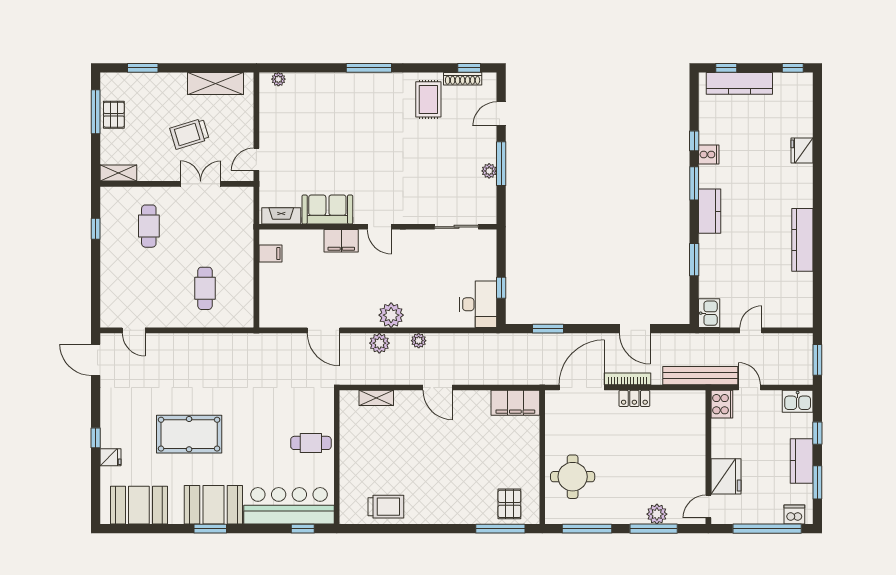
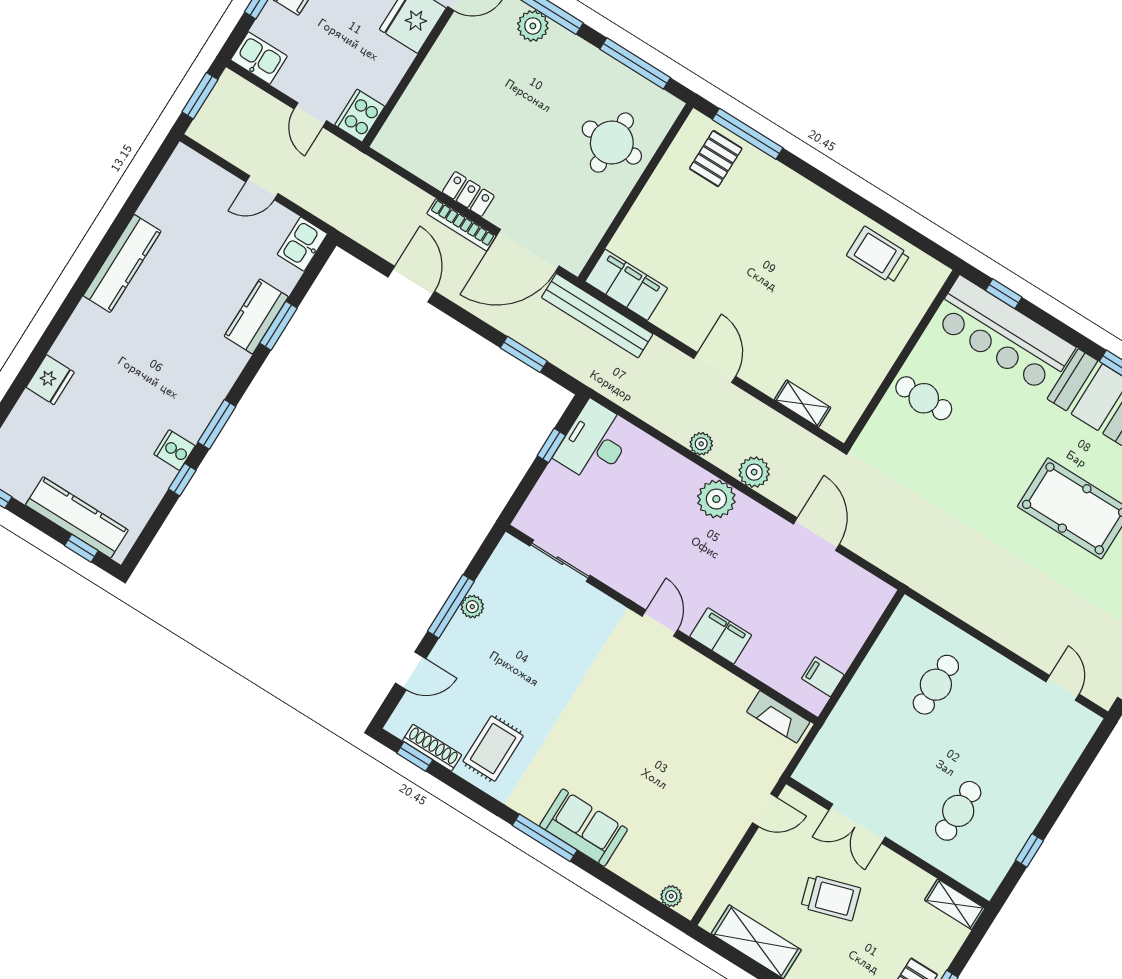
sofa: (327, 210) -> (584, 828), moved, turned 180
kitchen counter: (710, 211) -> (256, 316), moved
bench: (700, 376) -> (597, 316), moved

